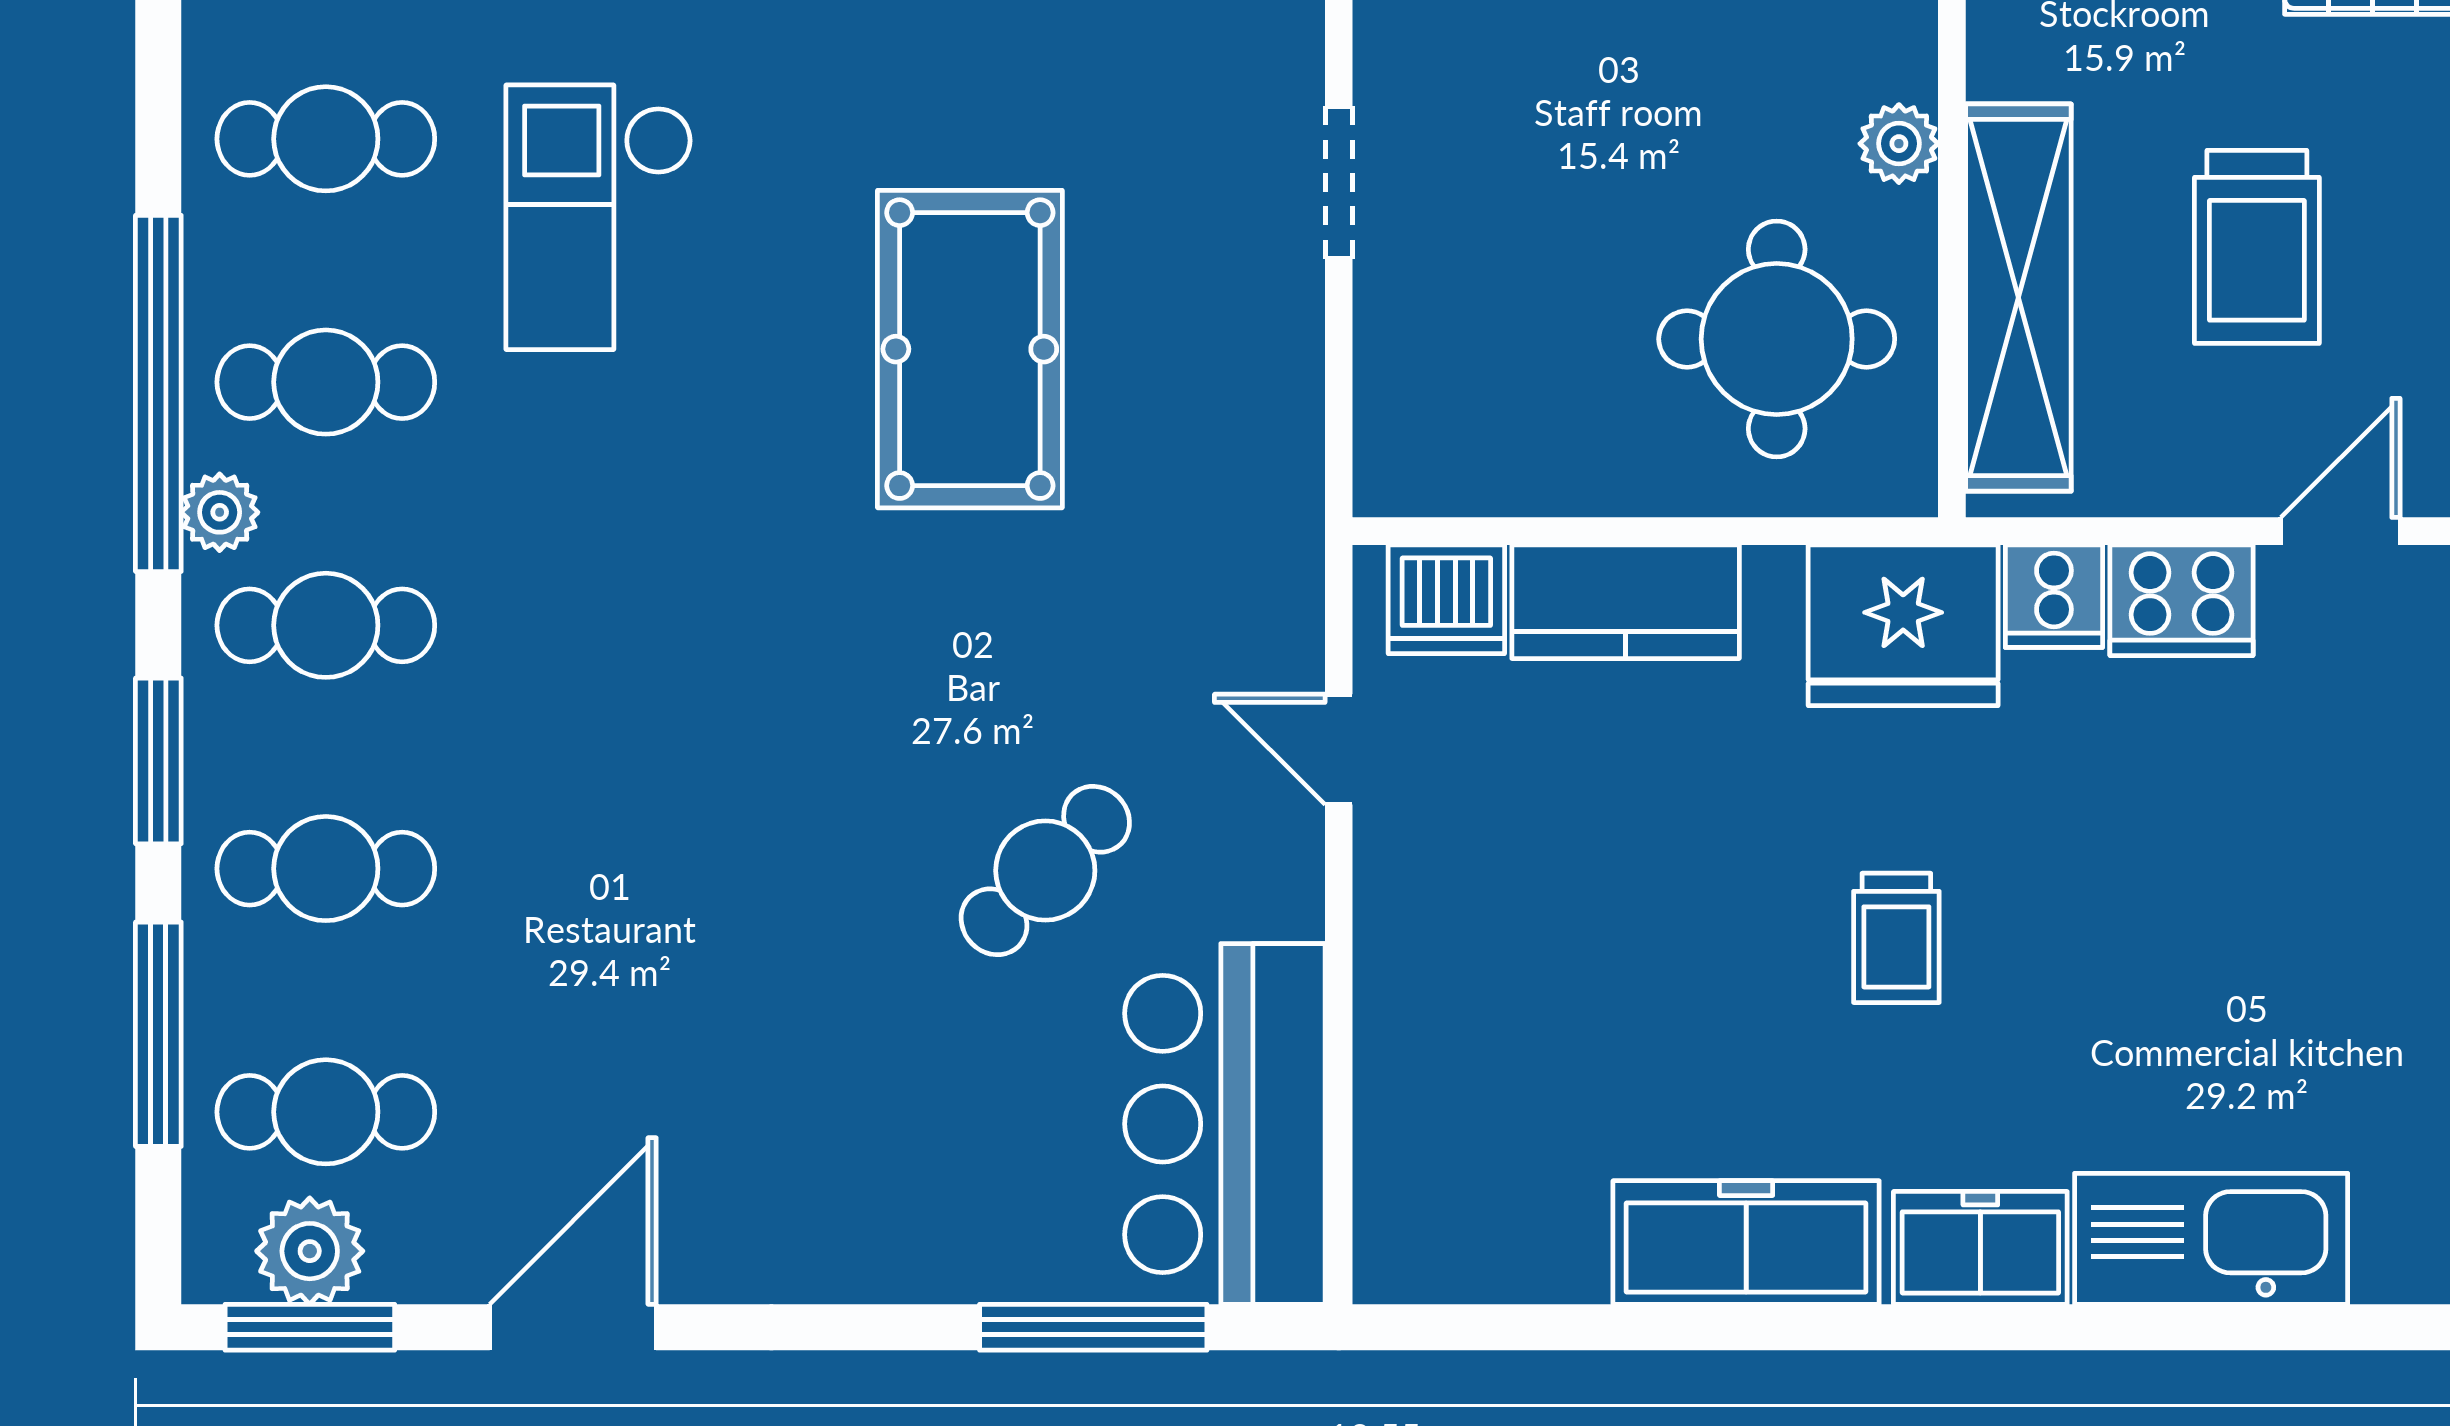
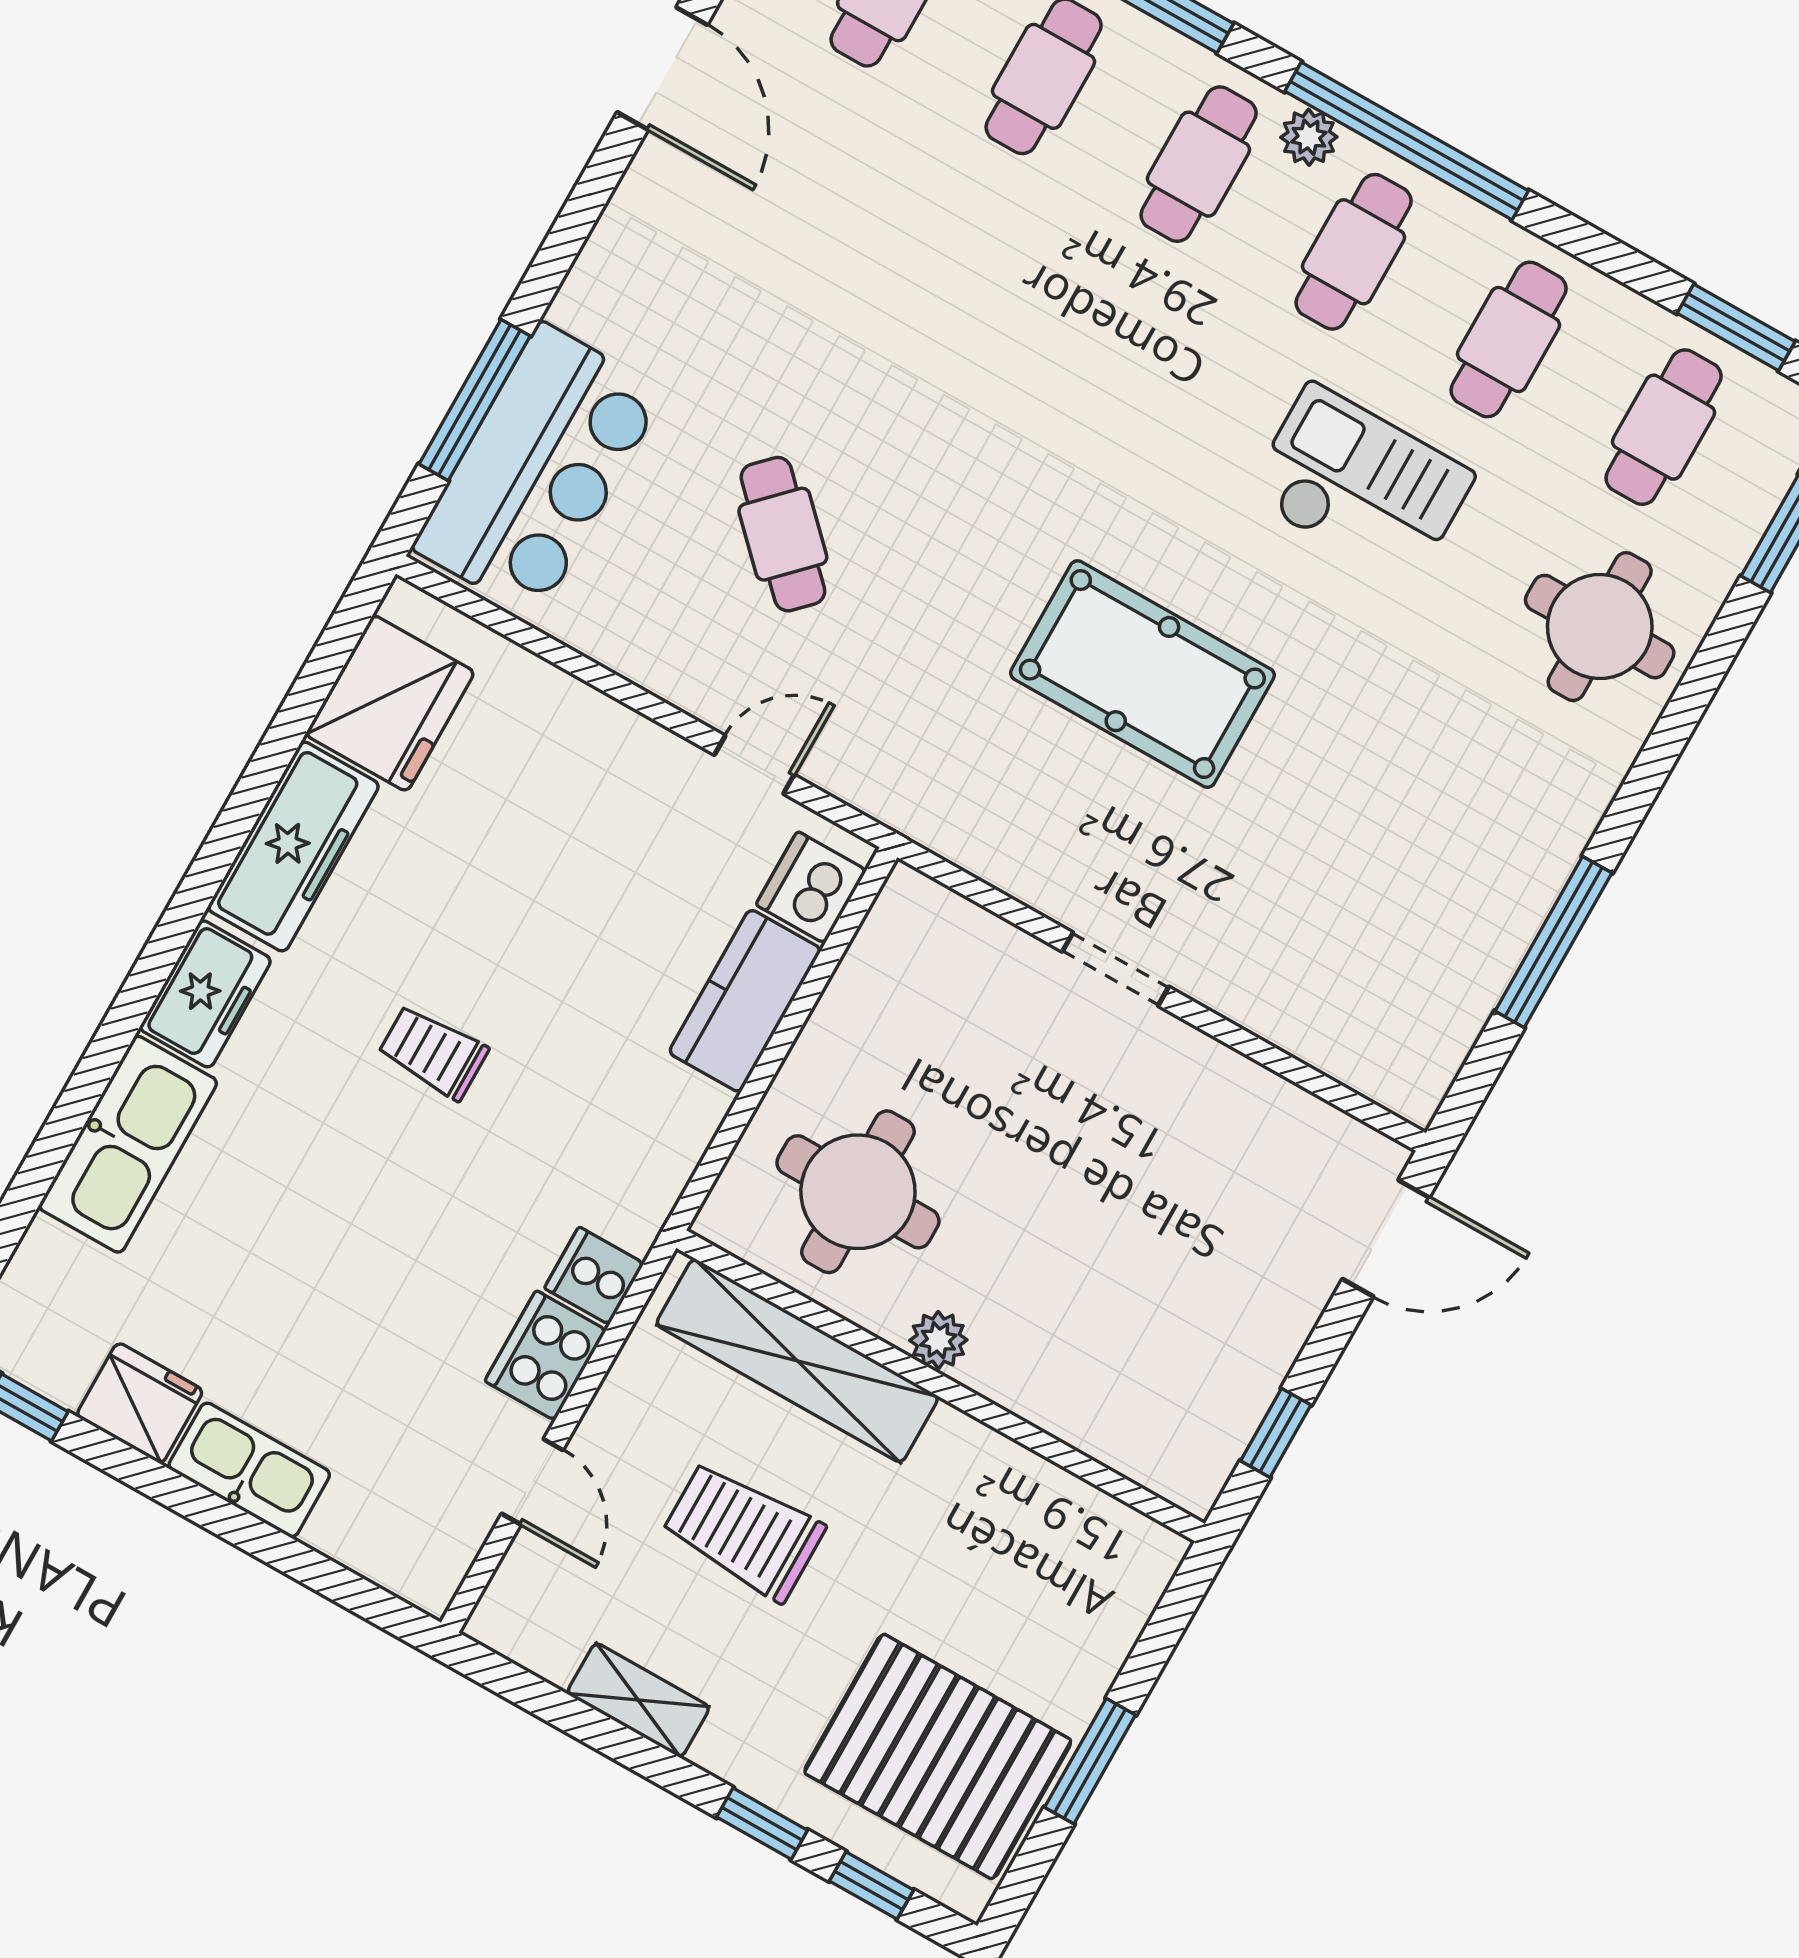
fridge: (1903, 625) -> (390, 703), moved, turned 180
bar counter: (1225, 1124) -> (539, 470), moved, turned 90

